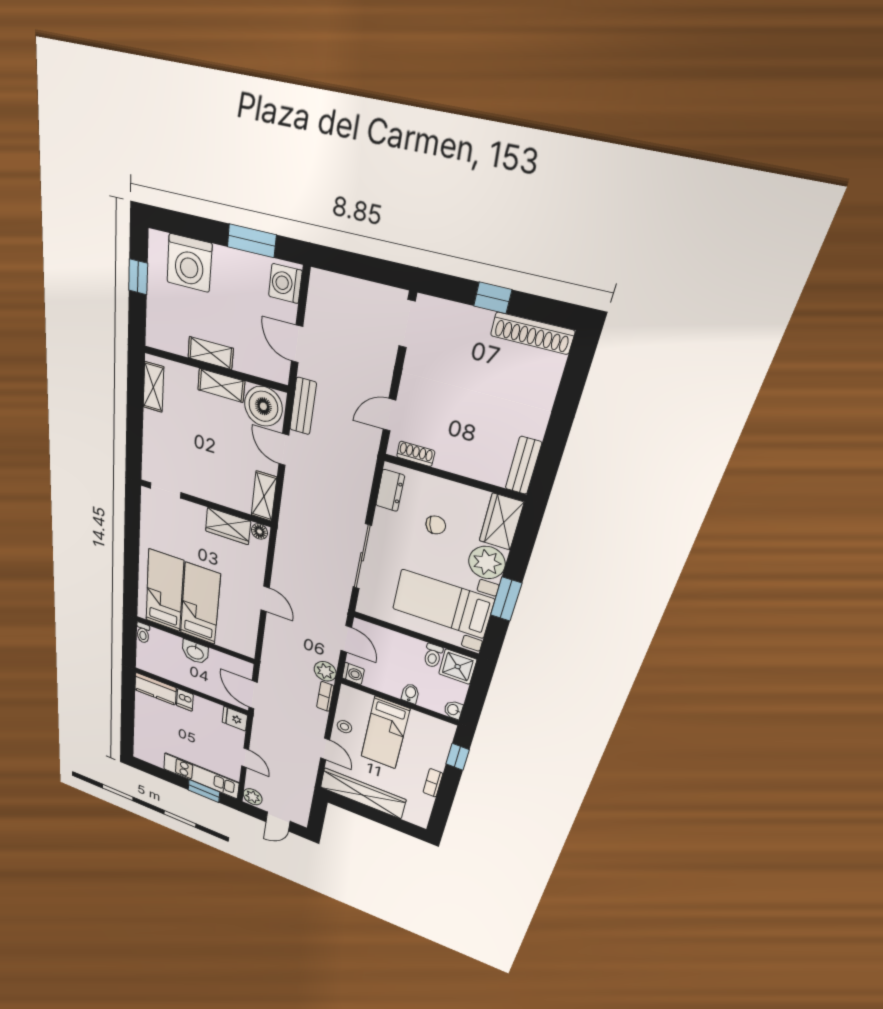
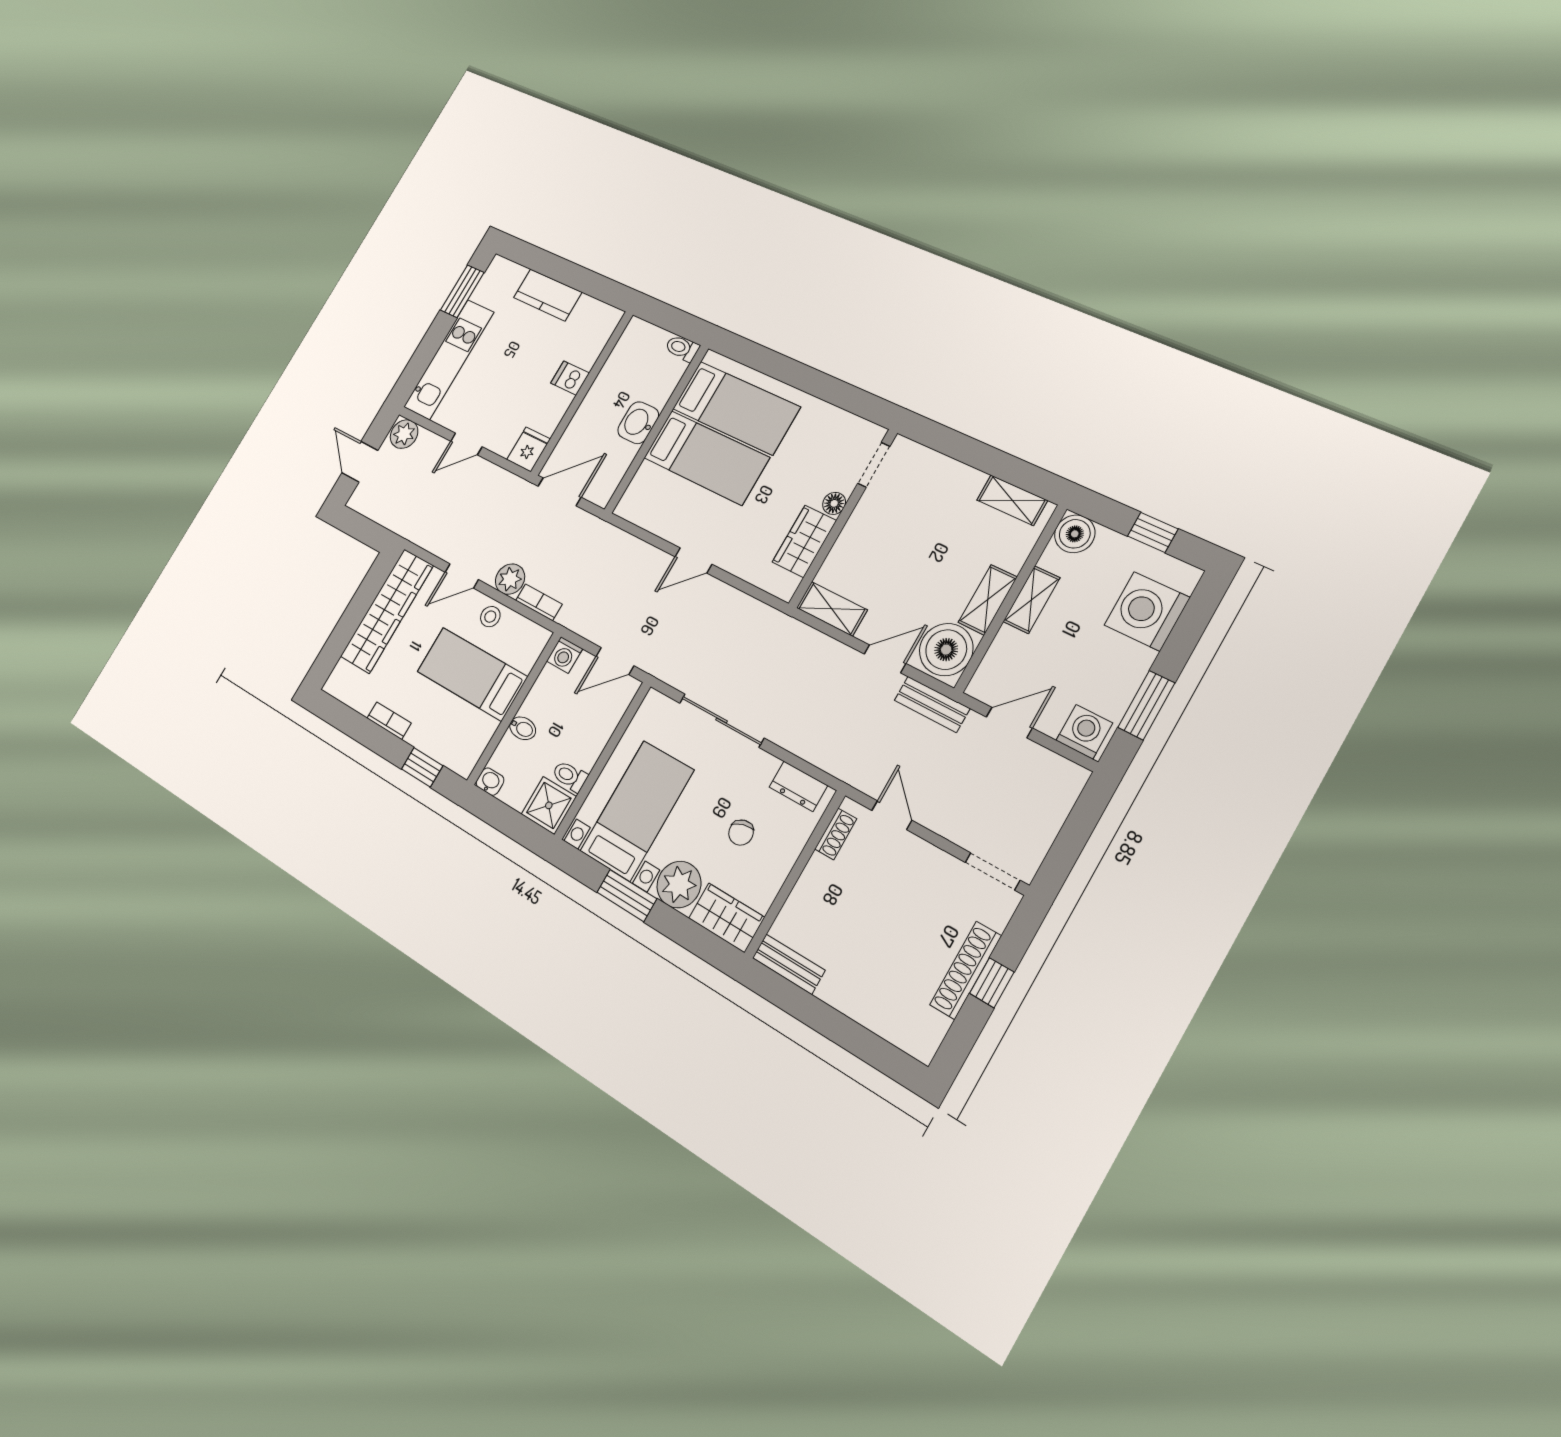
shoe rack: (532, 333) -> (966, 970), moved
boiler: (159, 335) -> (1075, 534), added
floor lamp: (259, 532) -> (834, 503), moved
plant: (325, 671) -> (510, 579), moved
kitchen counter: (155, 689) -> (548, 295), moved, turned -90
window: (204, 791) -> (462, 291), moved

